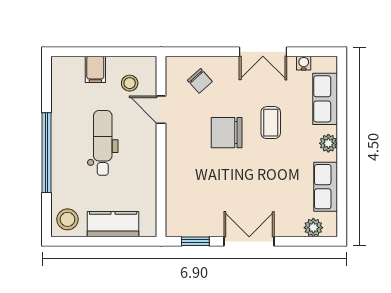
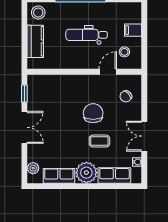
dental chair: (103, 143) -> (87, 35), turned 180
plant: (328, 143) -> (86, 173), width x1.88, depth x1.88

